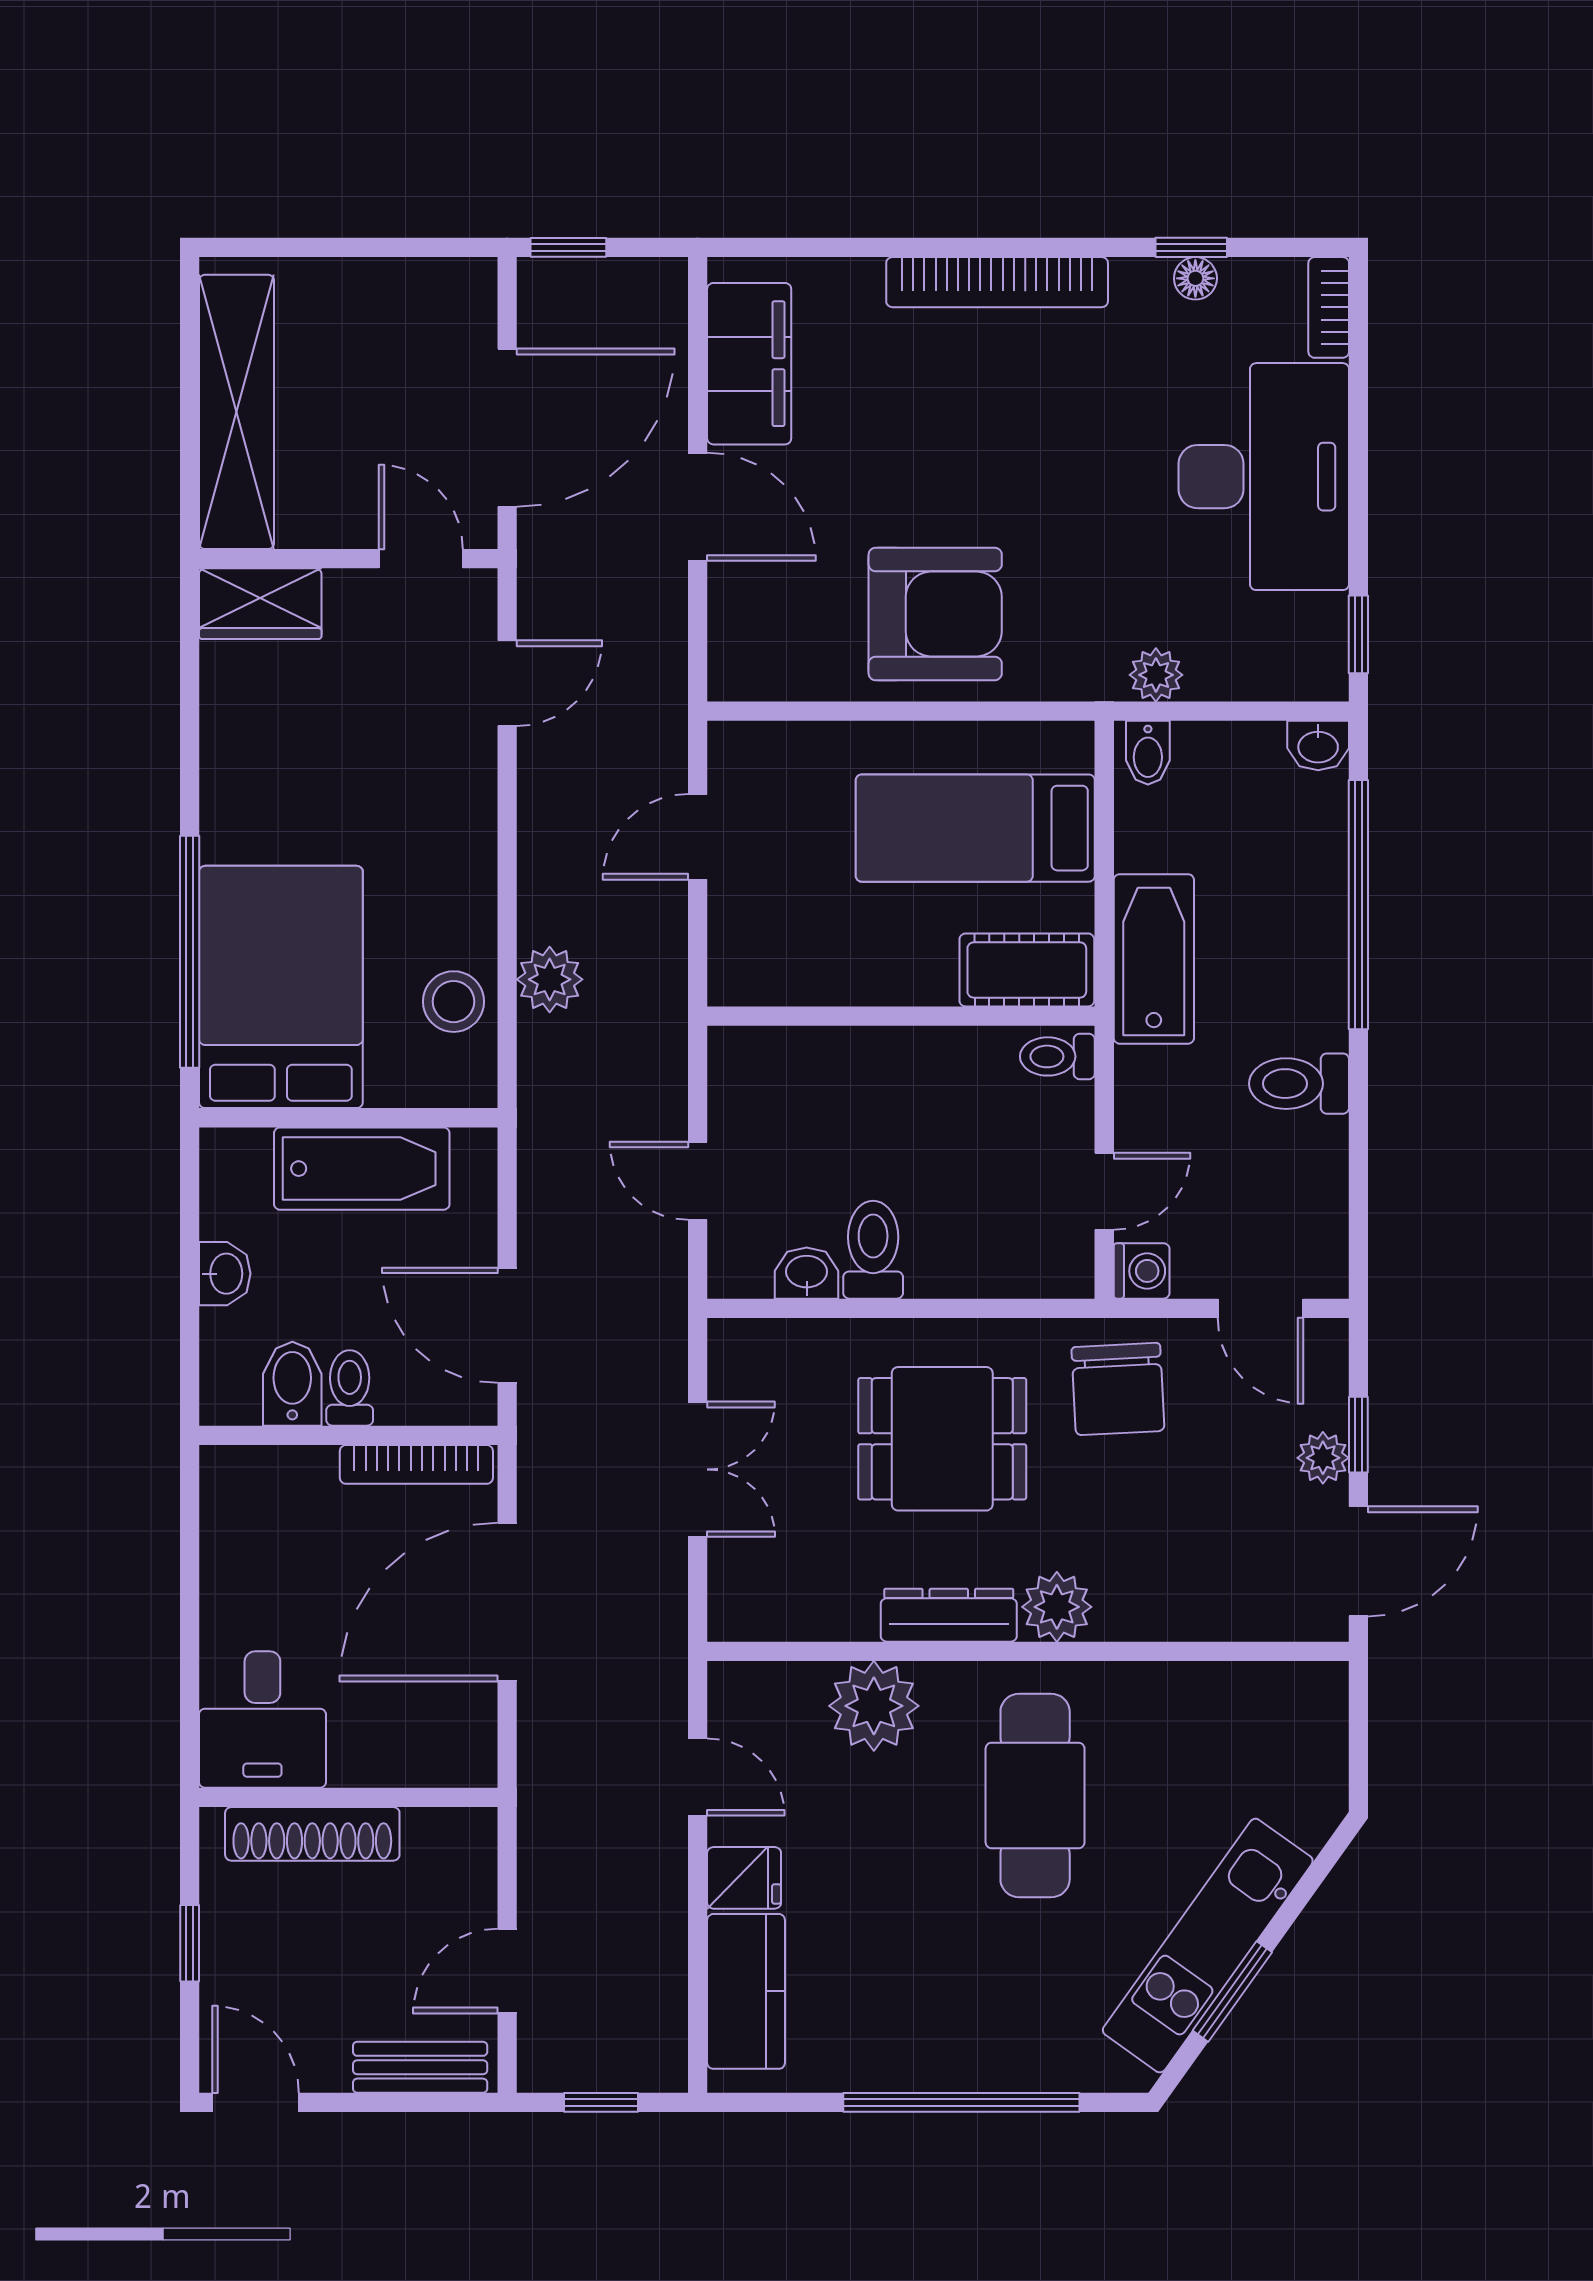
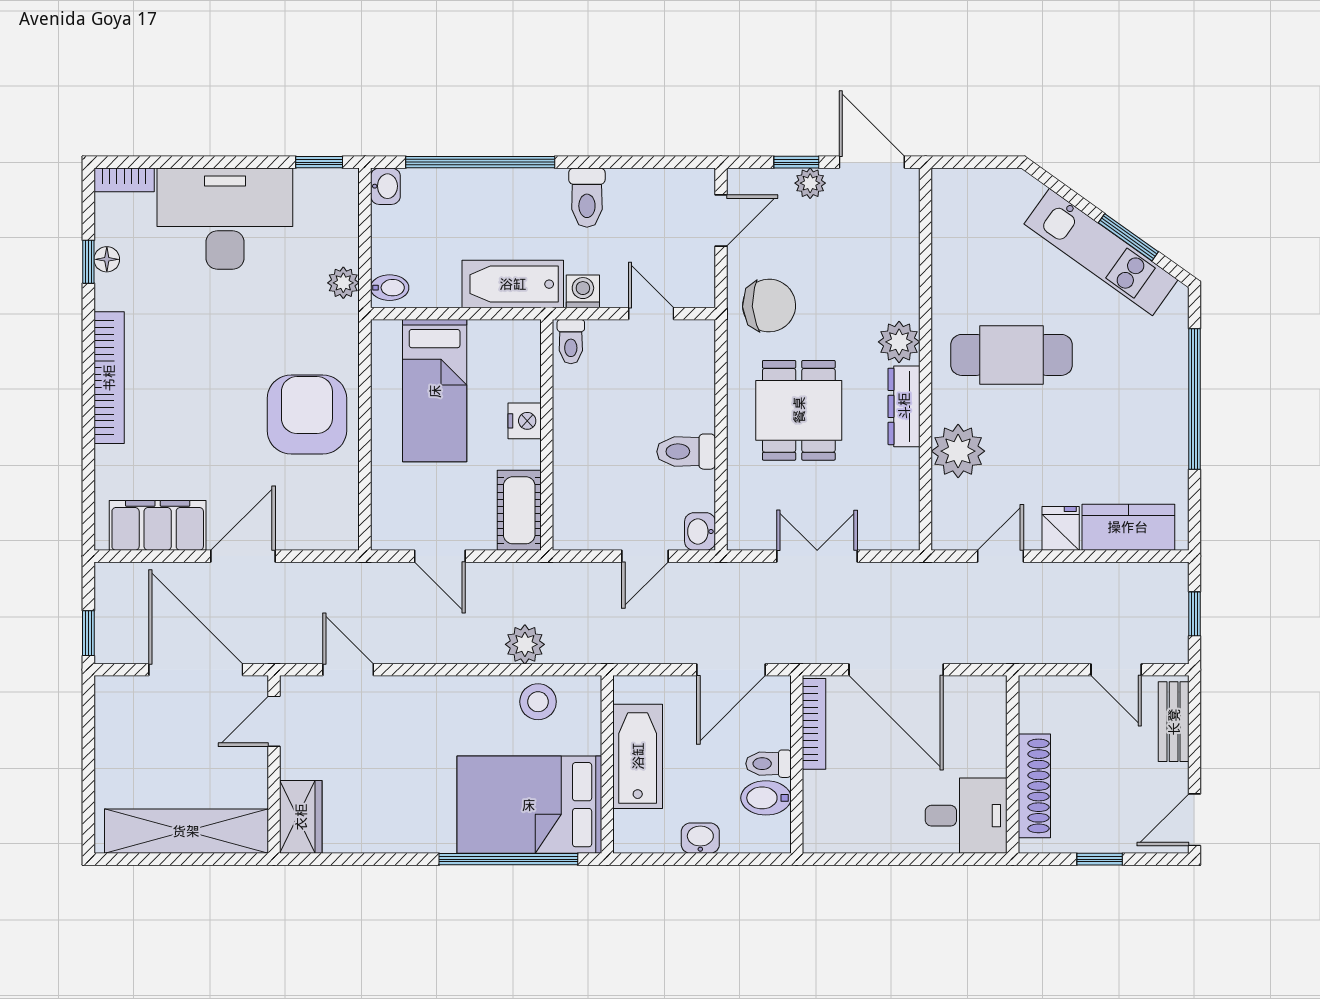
cot: (1027, 970) -> (519, 510), moved
nightstand: (924, 979) -> (525, 421), added
washing machine: (1142, 1271) -> (583, 291), moved
washbasin: (807, 1273) -> (700, 532), moved

